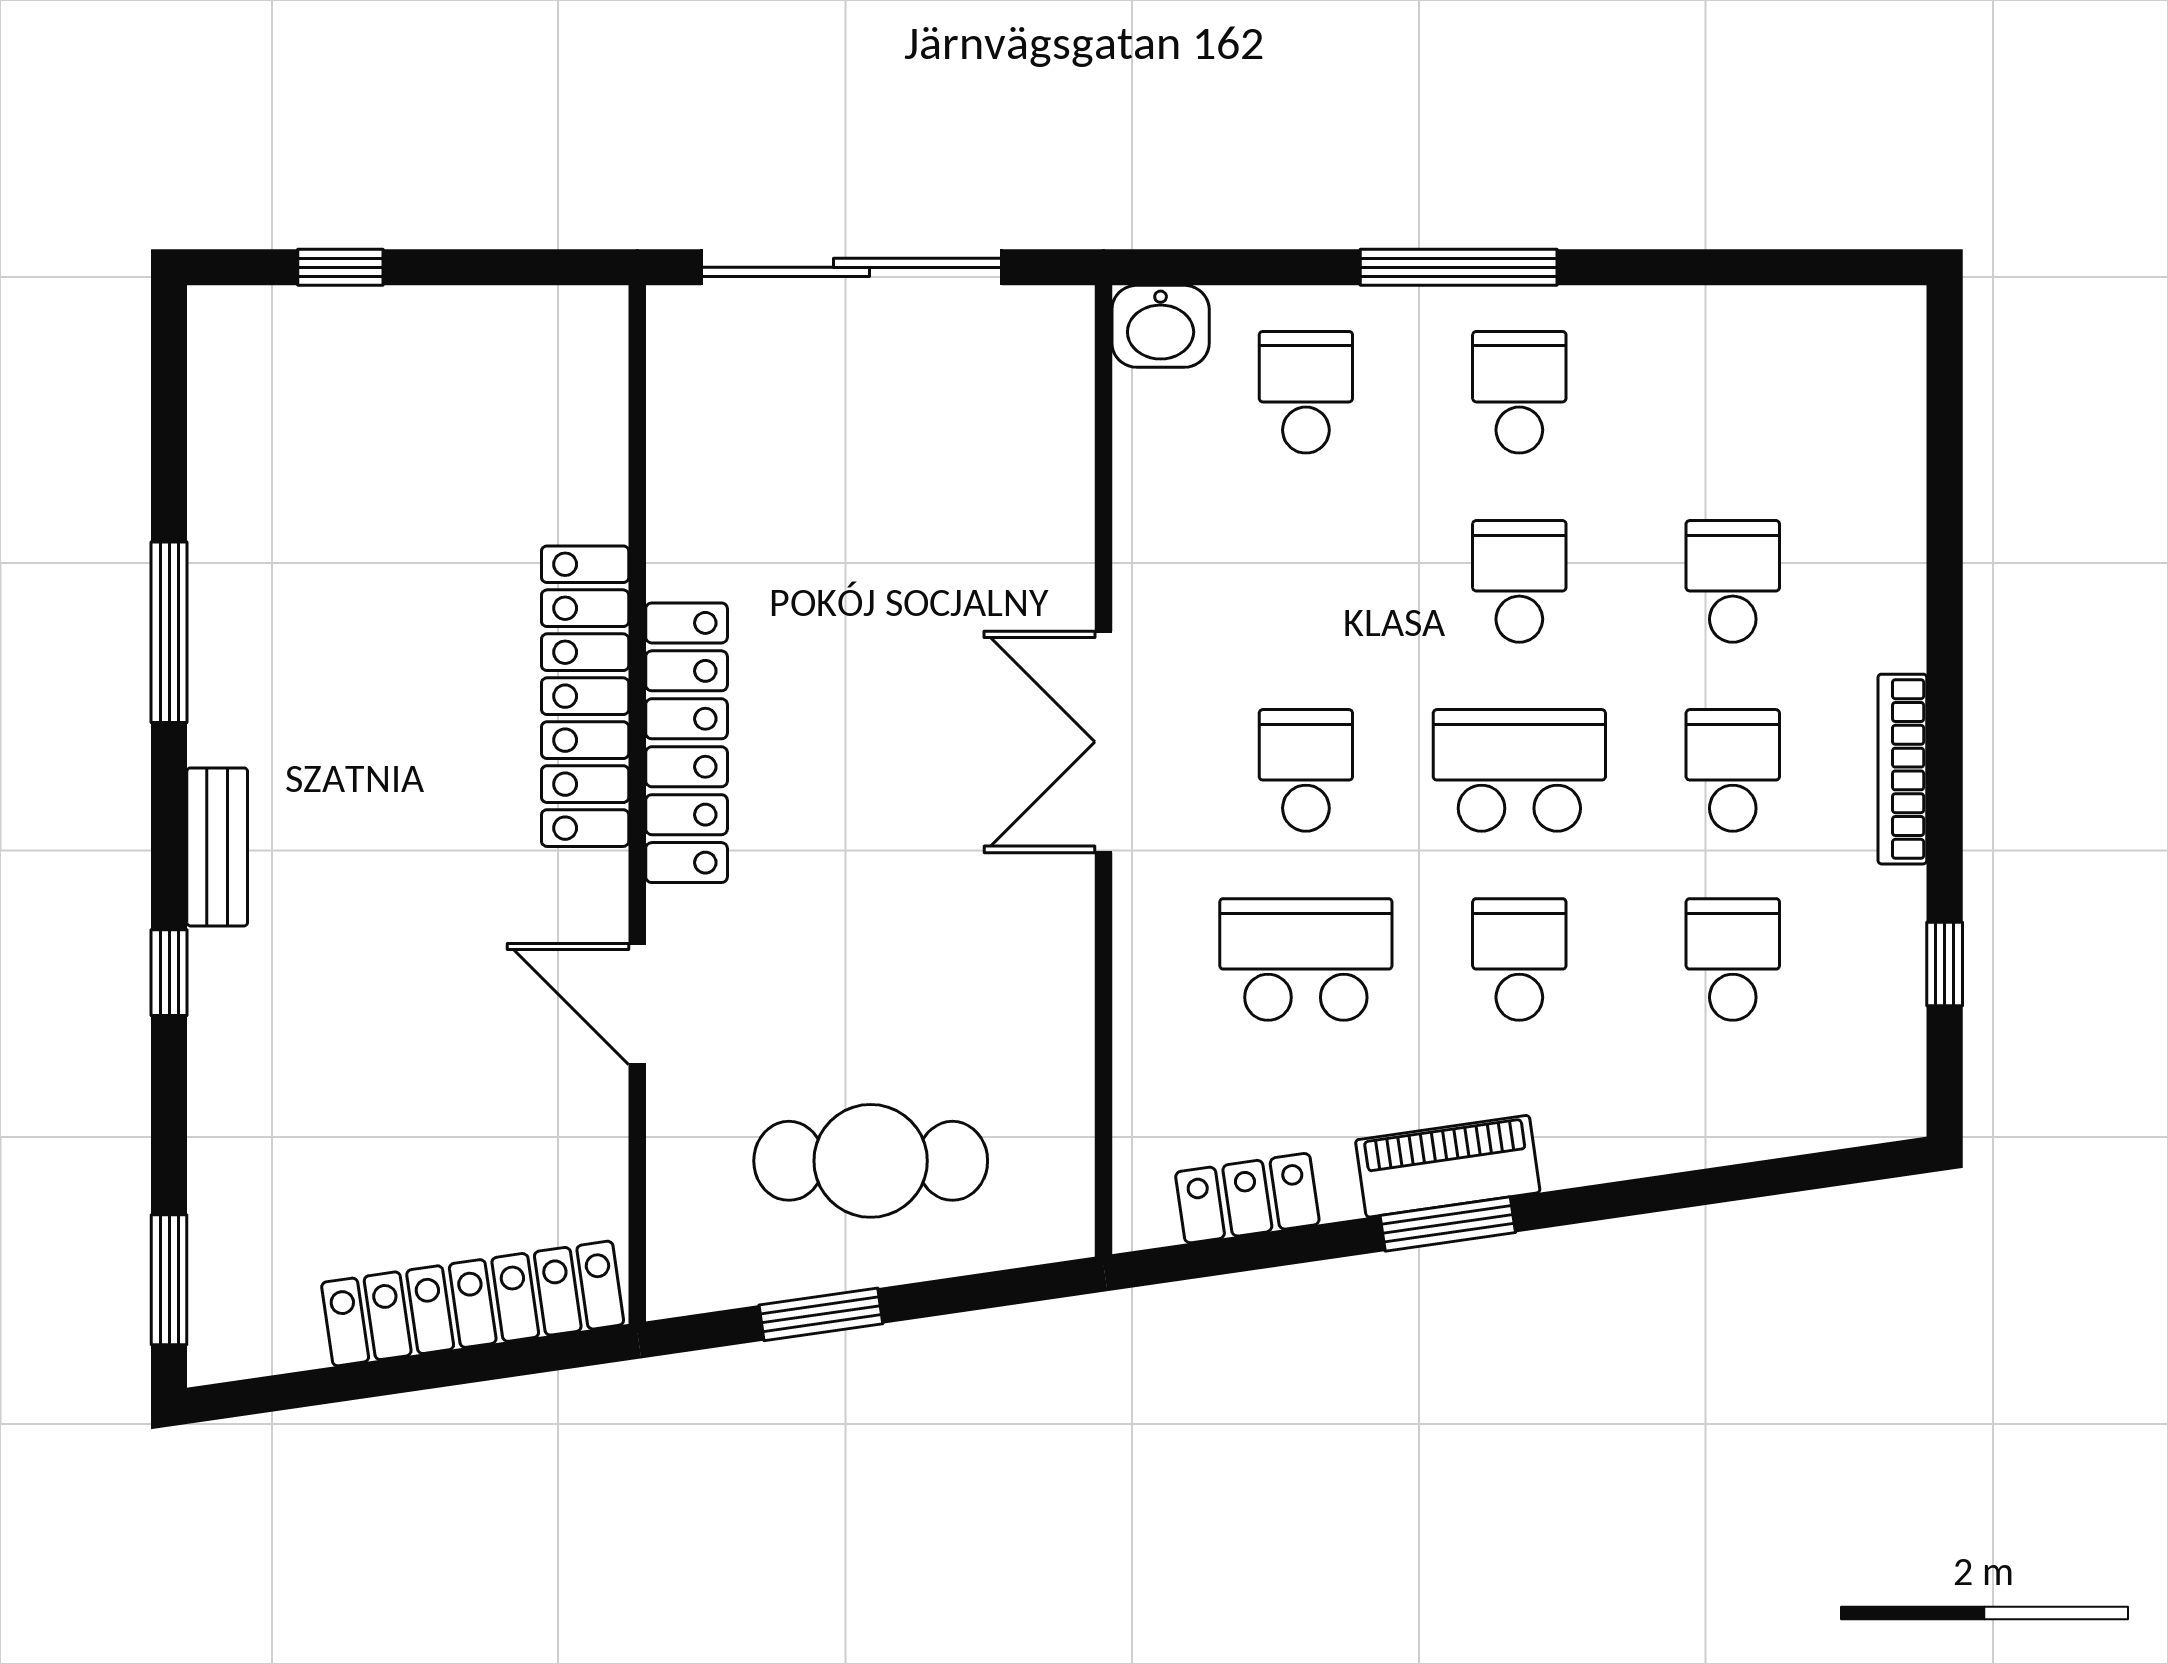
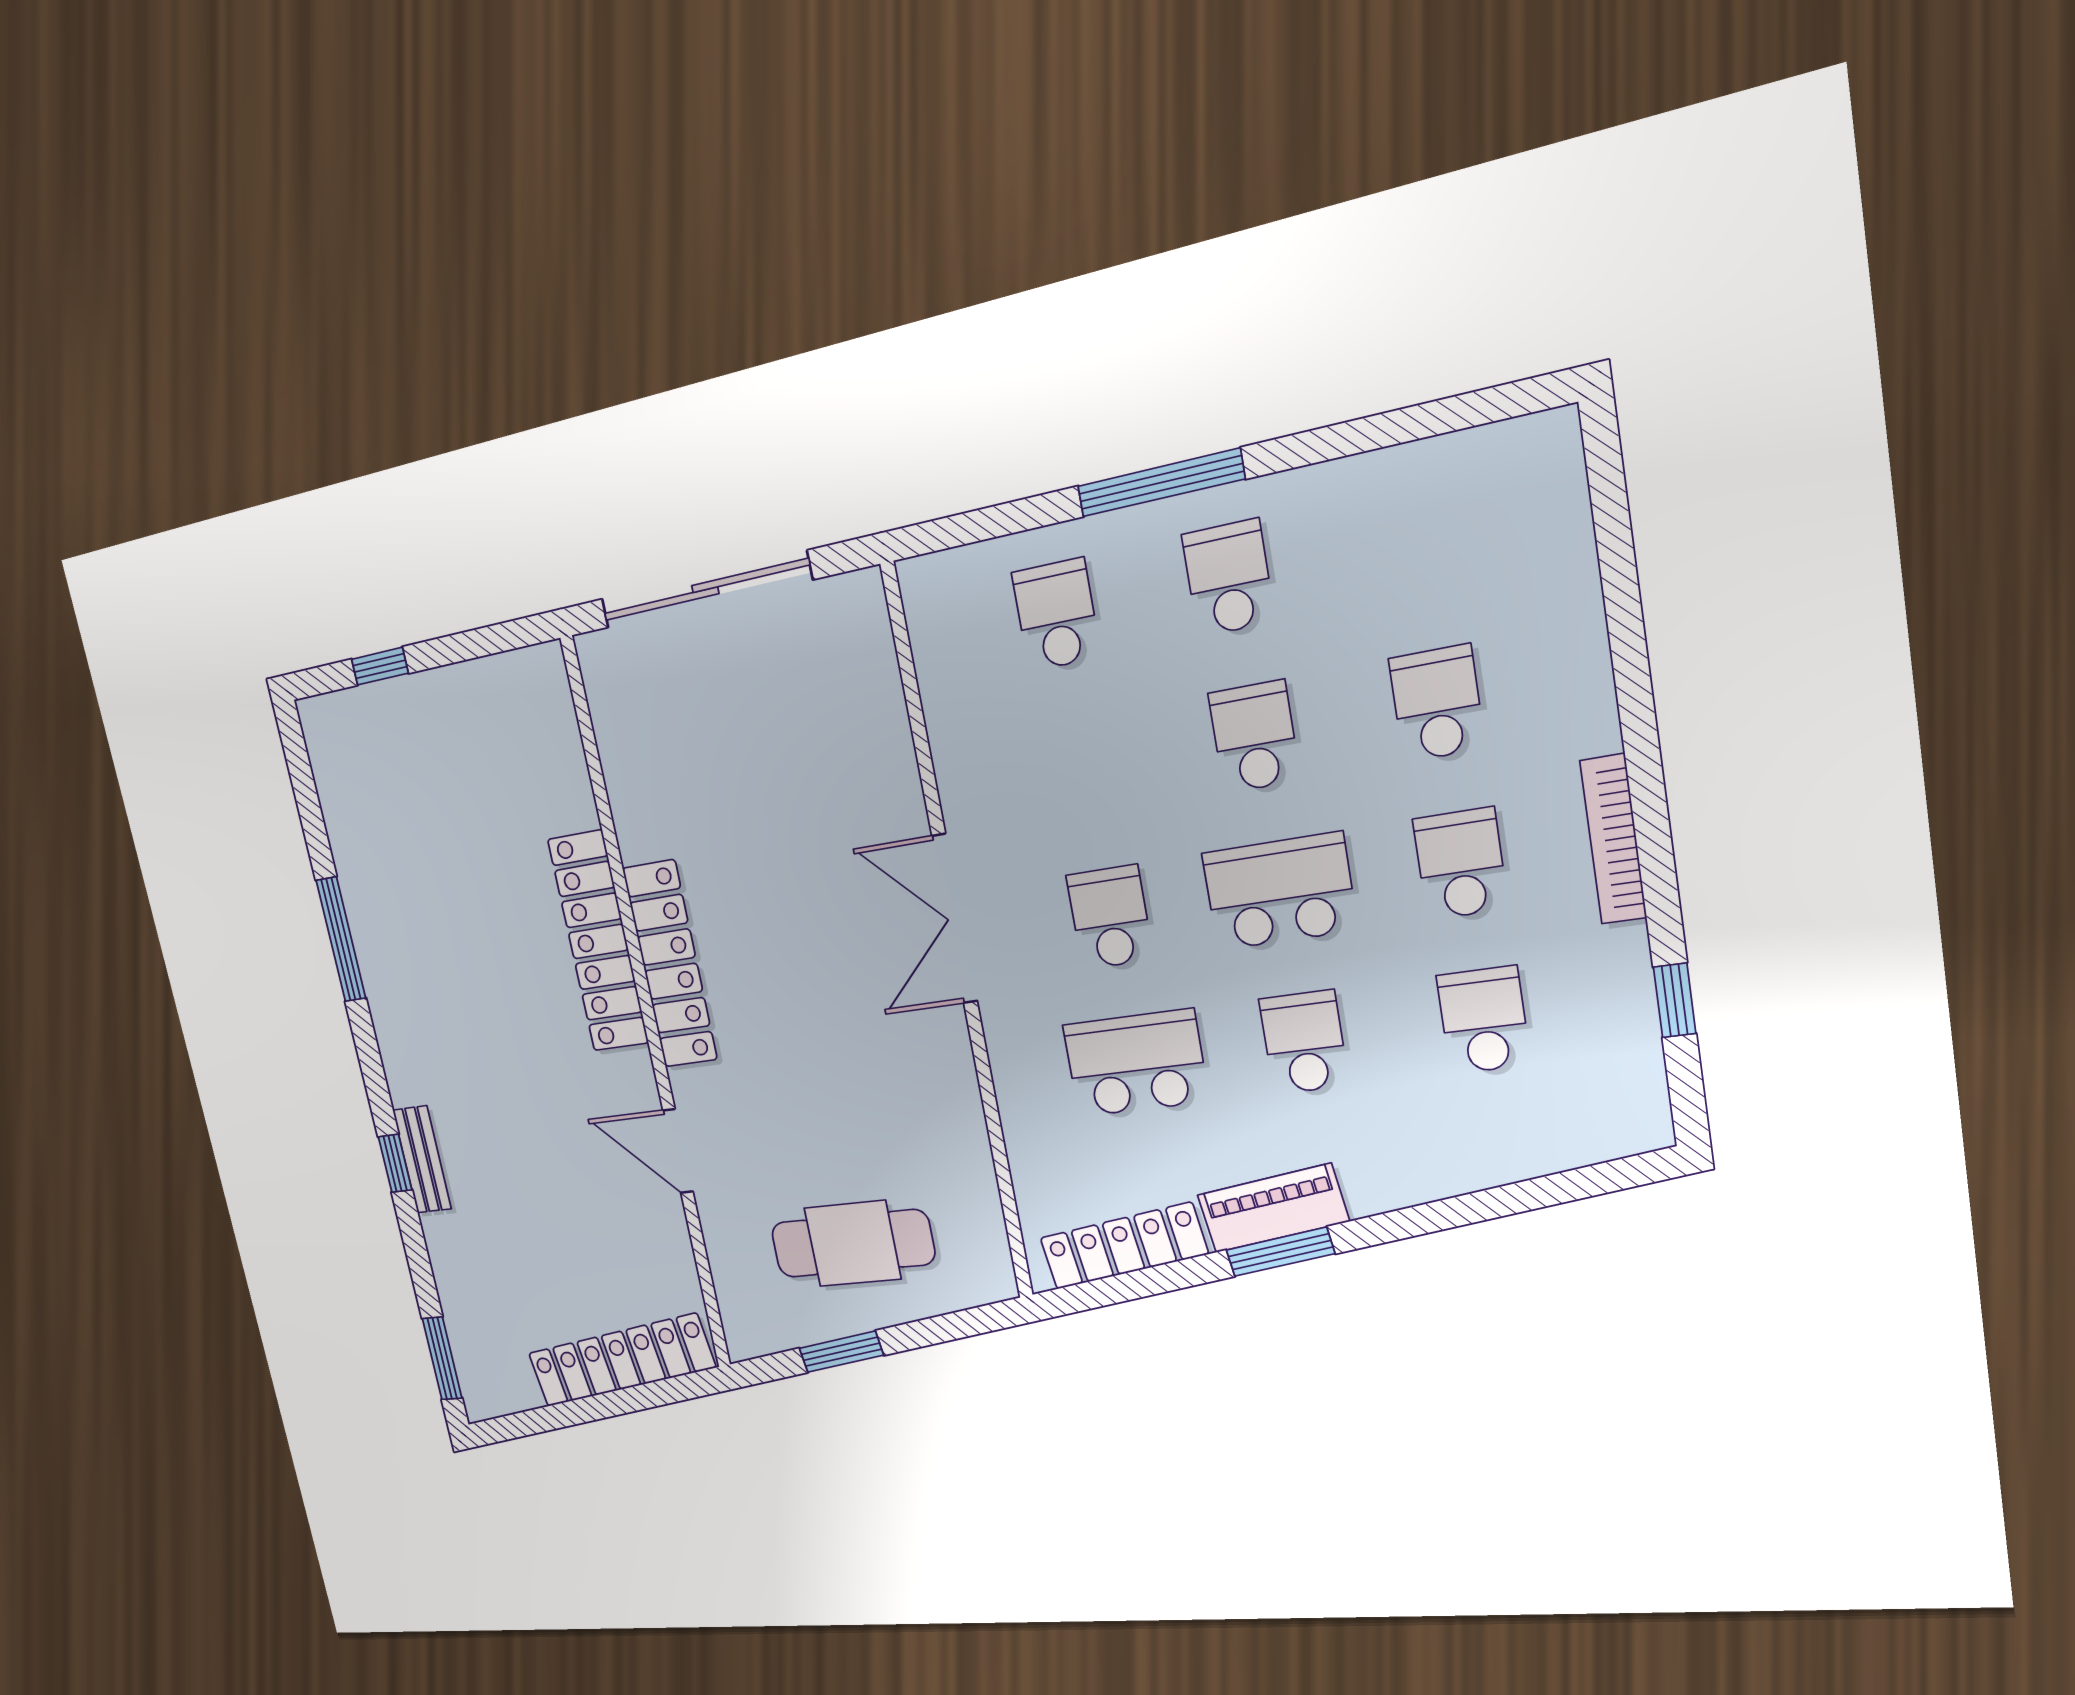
washbasin: (1161, 326) -> (935, 585), removed
bench: (217, 847) -> (422, 1159), moved
locker: (1247, 1198) -> (1123, 1246), width x1.53

